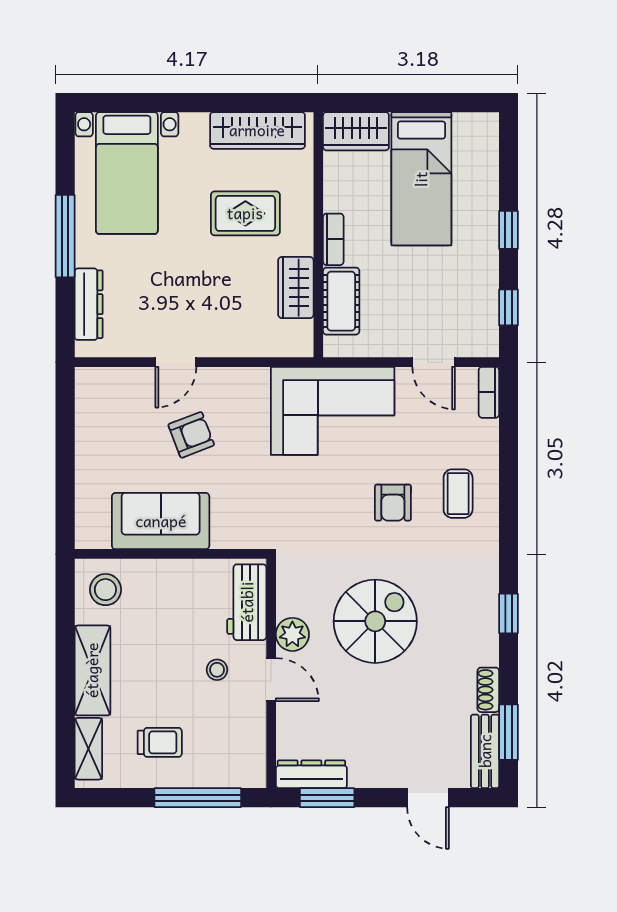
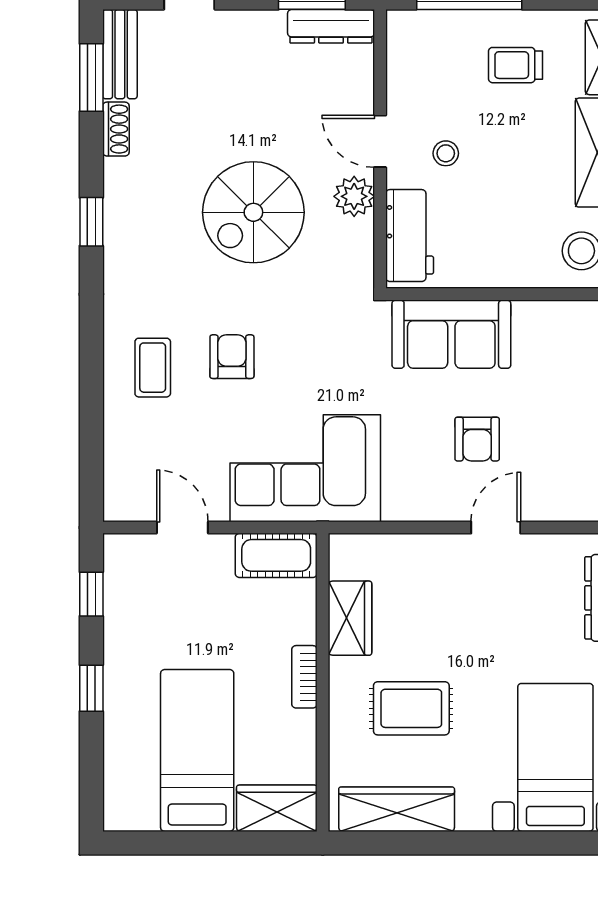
cot: (341, 301) -> (276, 555), moved, turned 90
bookcase: (489, 392) -> (115, 491), removed
armchair: (191, 435) -> (477, 439), turned -69
sofa: (161, 521) -> (451, 334), moved

